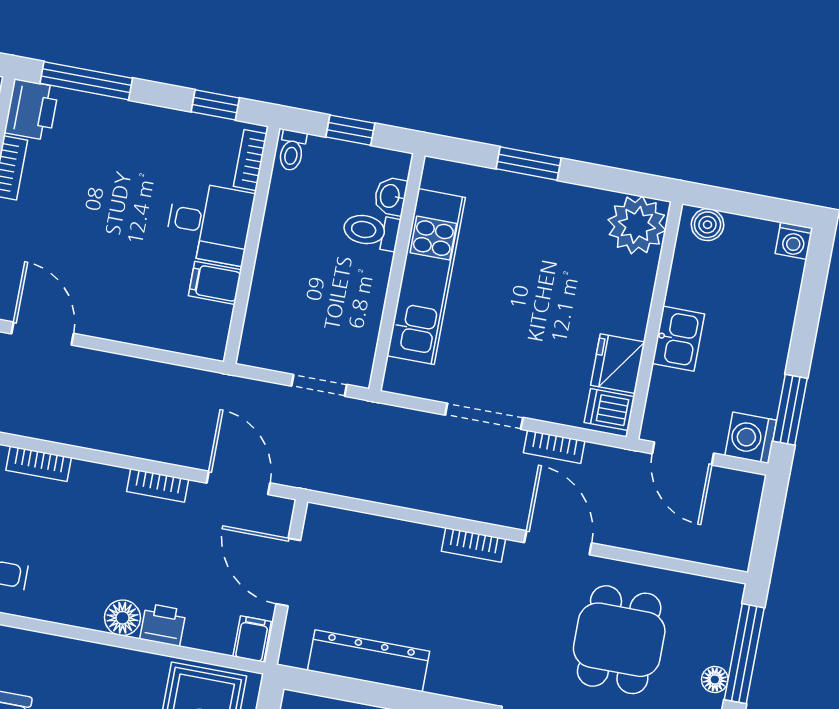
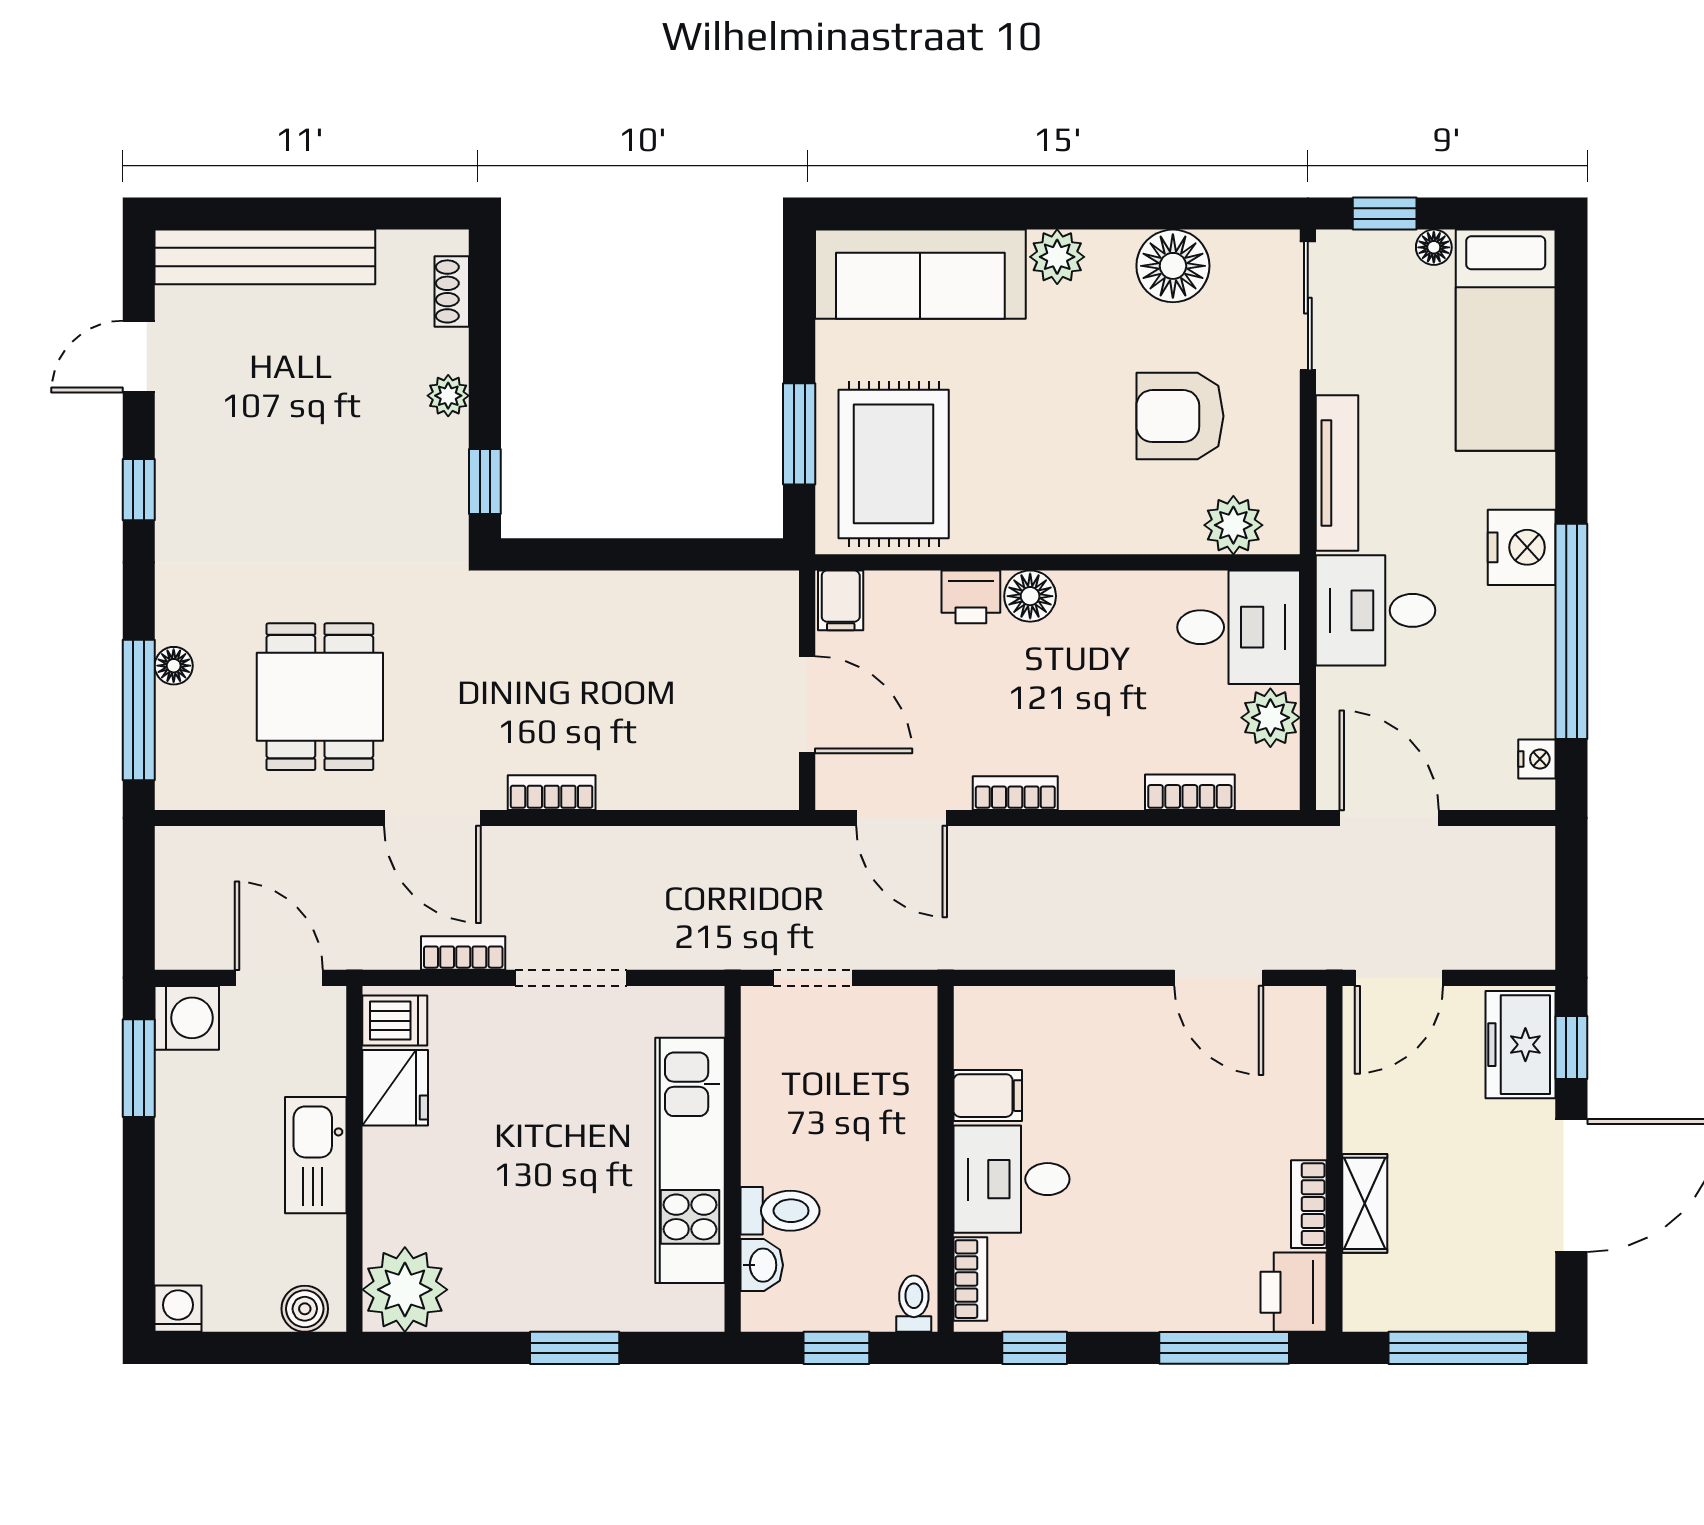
kitchen sink: (678, 339) -> (316, 1155), width x1.38
dresser: (369, 661) -> (670, 600), removed

